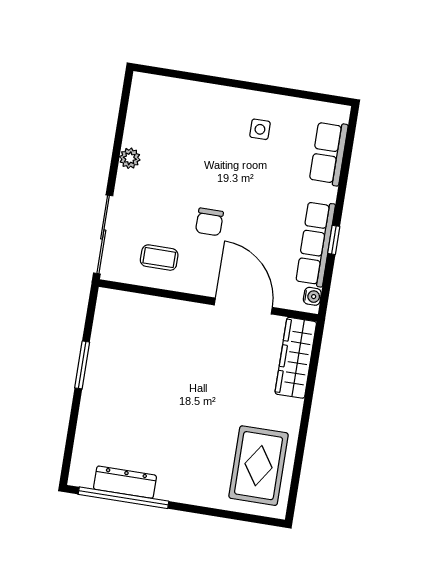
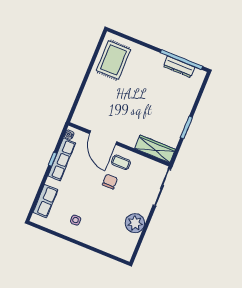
plant: (130, 158) -> (135, 223), width x1.87, depth x1.87
coffee table: (159, 258) -> (121, 162), moved
wardrobe: (296, 358) -> (155, 149), moved, turned -90

